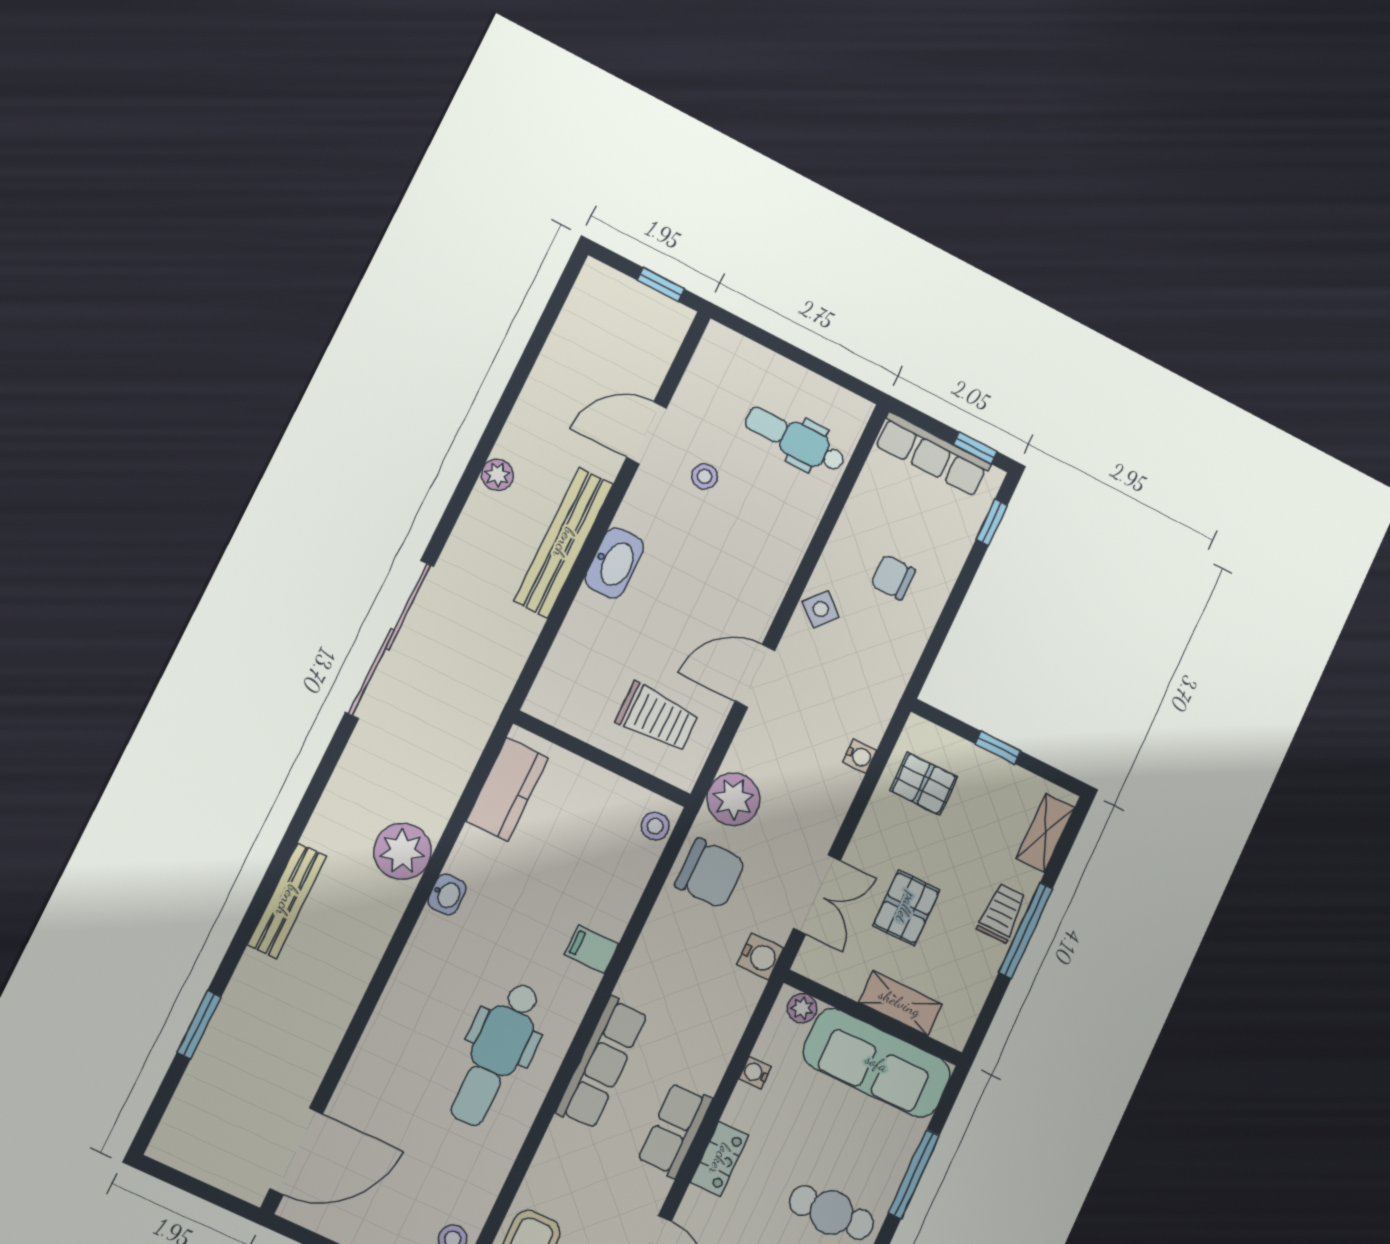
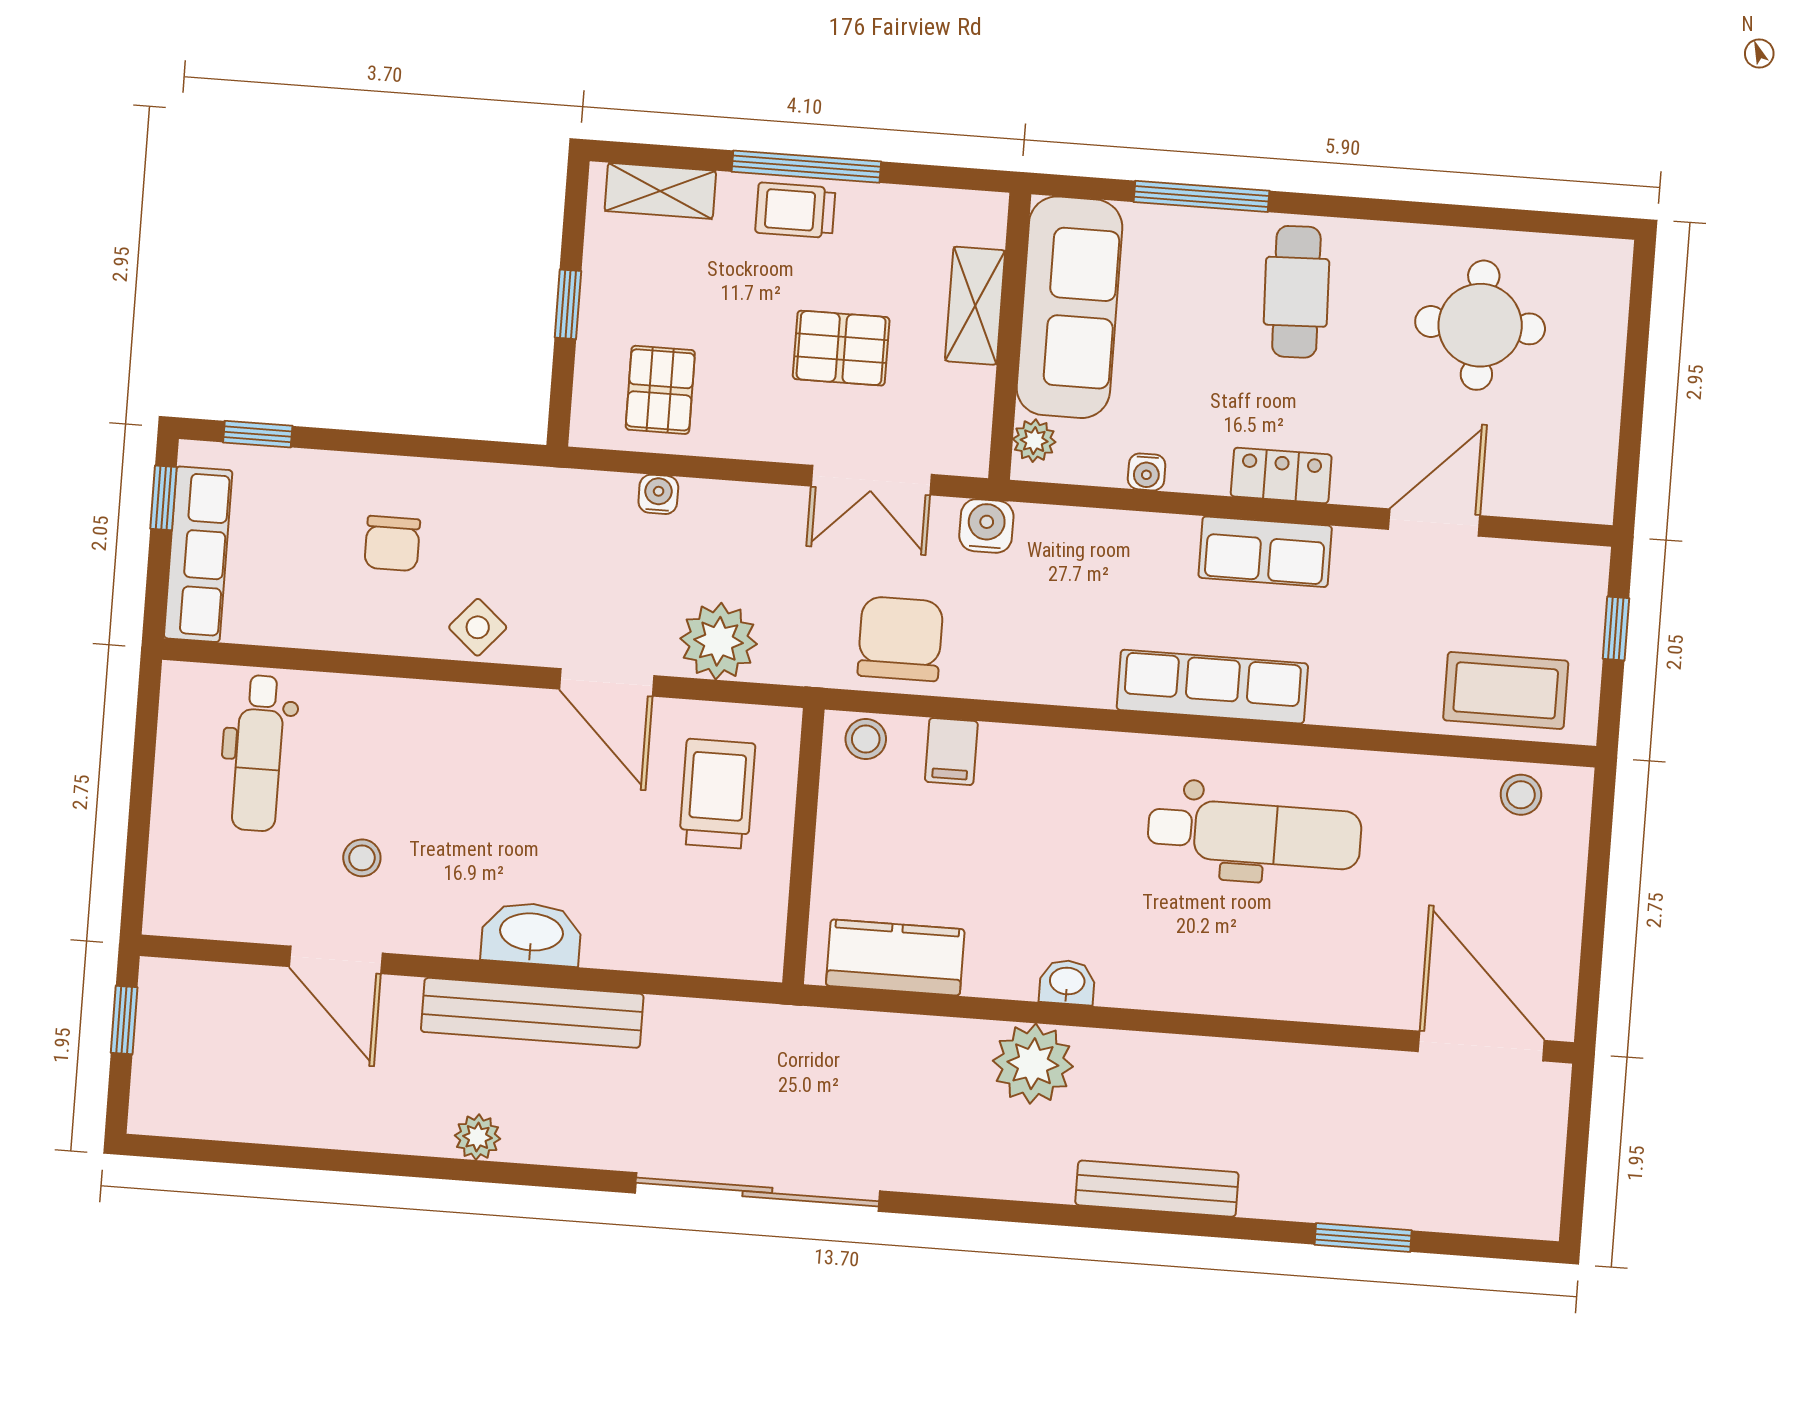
plant: (733, 799) -> (719, 641), moved
double door: (817, 894) -> (871, 480), swing flipped
filing cabinet: (592, 949) -> (951, 751), moved

